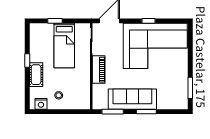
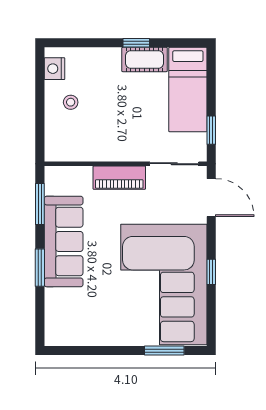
window: (55, 21) -> (211, 130), moved
bed: (64, 46) -> (188, 90), moved, turned -90
cot: (36, 75) -> (145, 60), moved
window: (190, 88) -> (164, 351), moved

